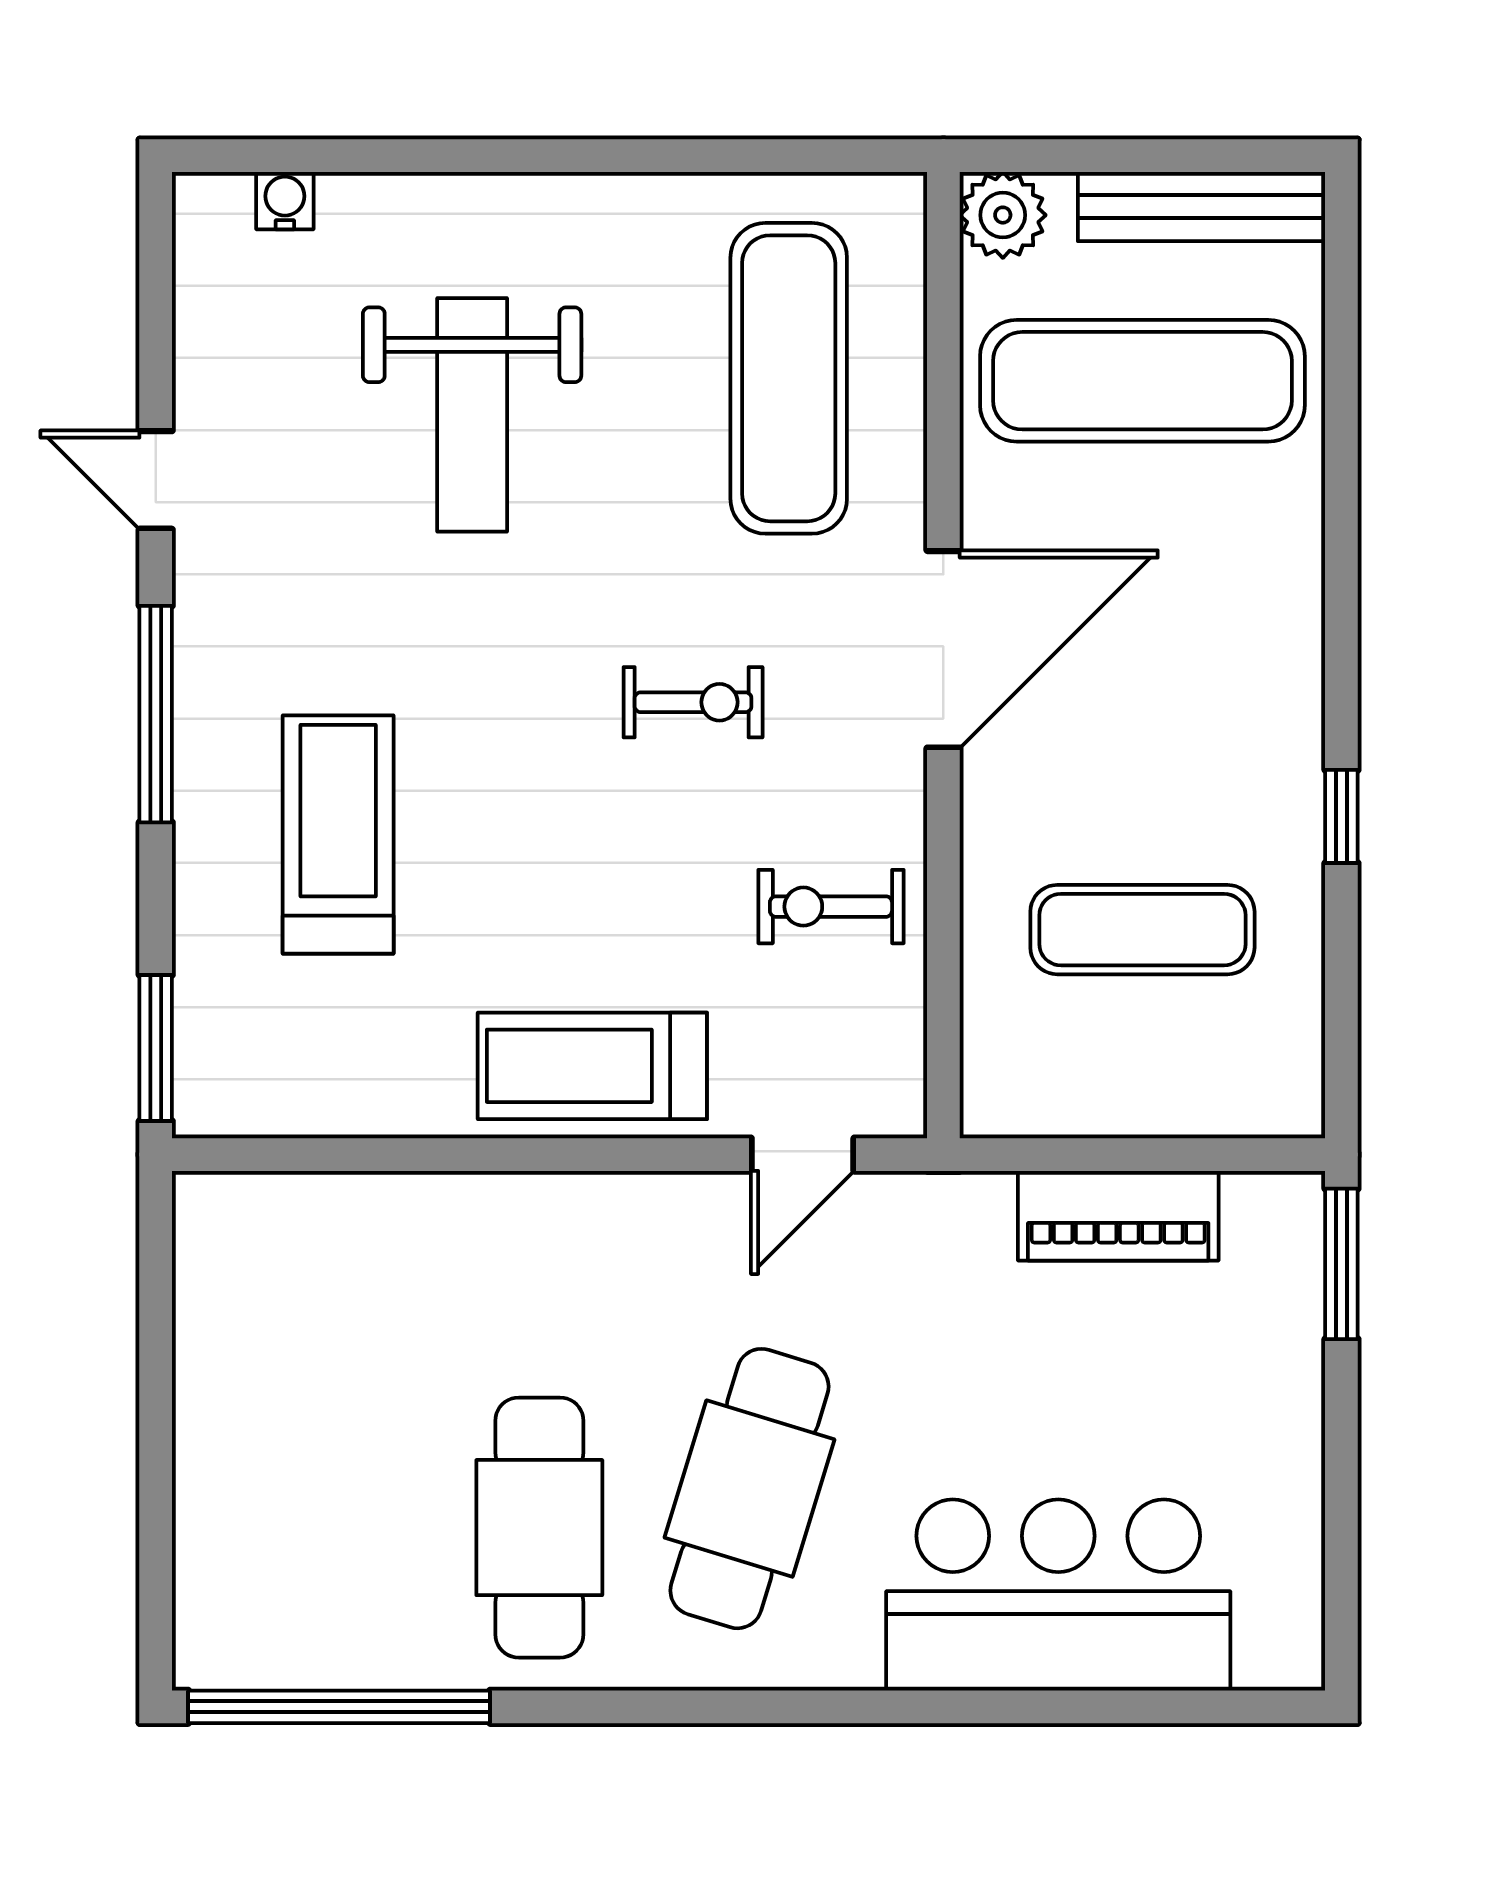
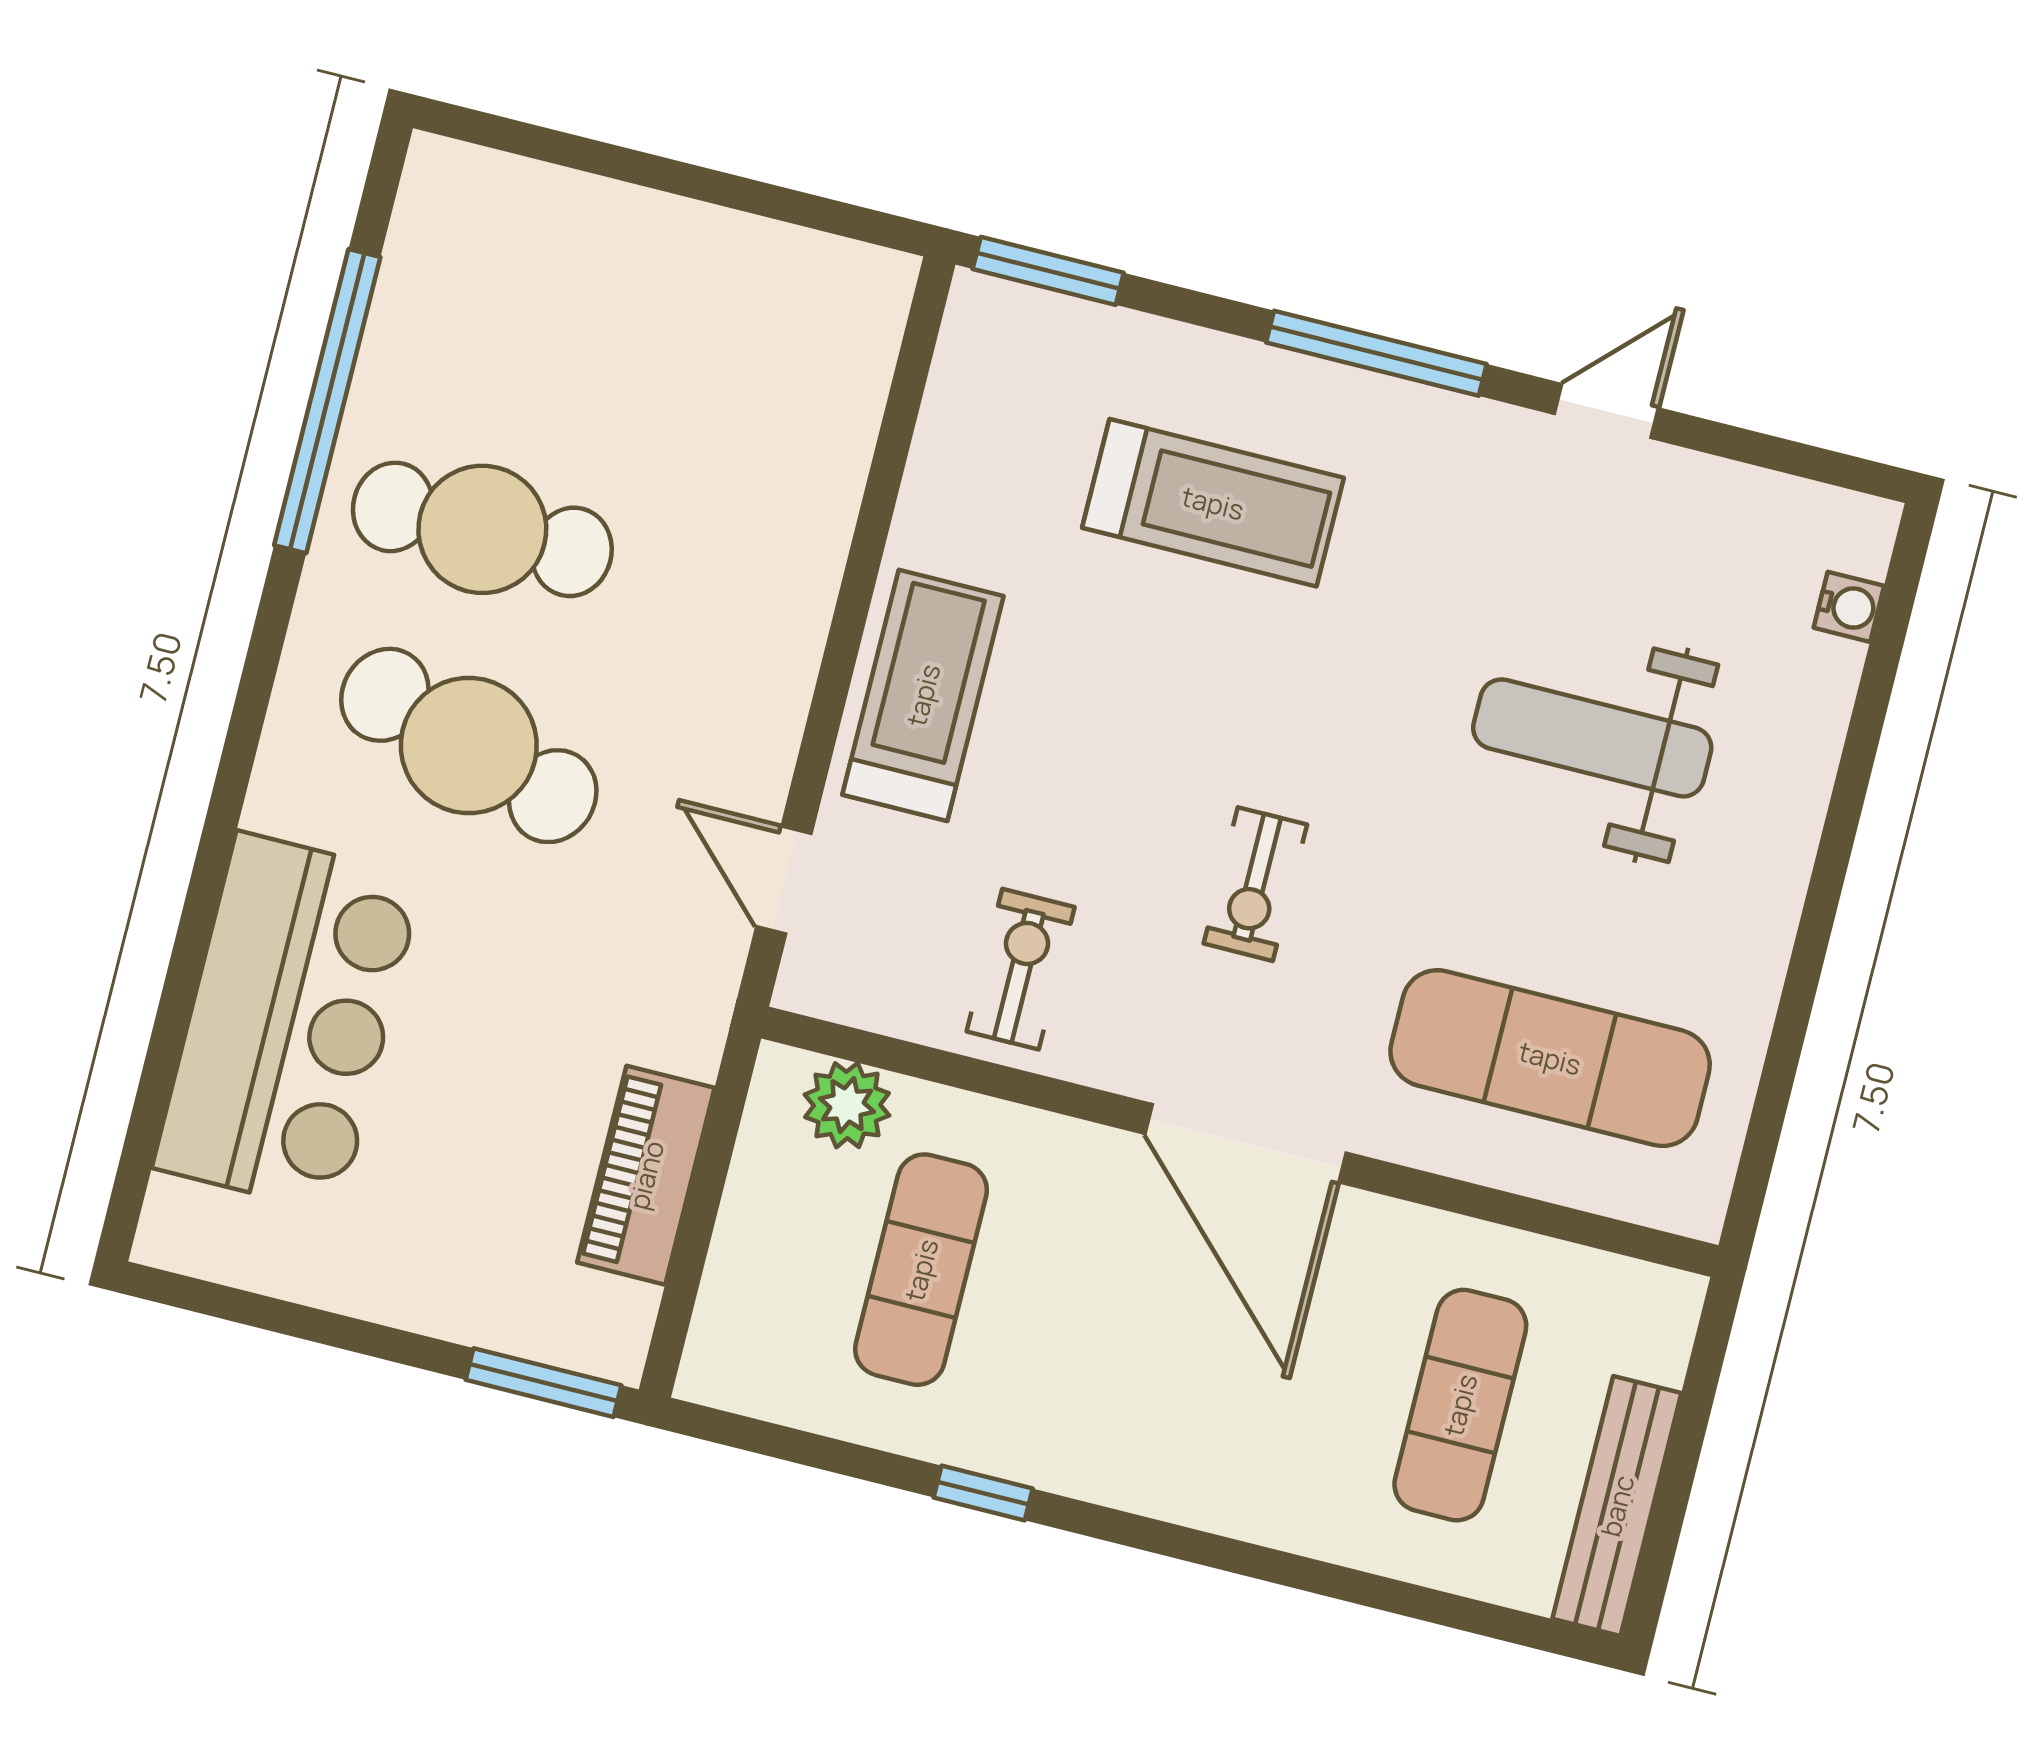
plant: (1003, 215) -> (847, 1105), moved
exercise mat: (1142, 381) -> (1460, 1405), width x0.73, depth x0.69
window: (339, 1707) -> (327, 401), moved

